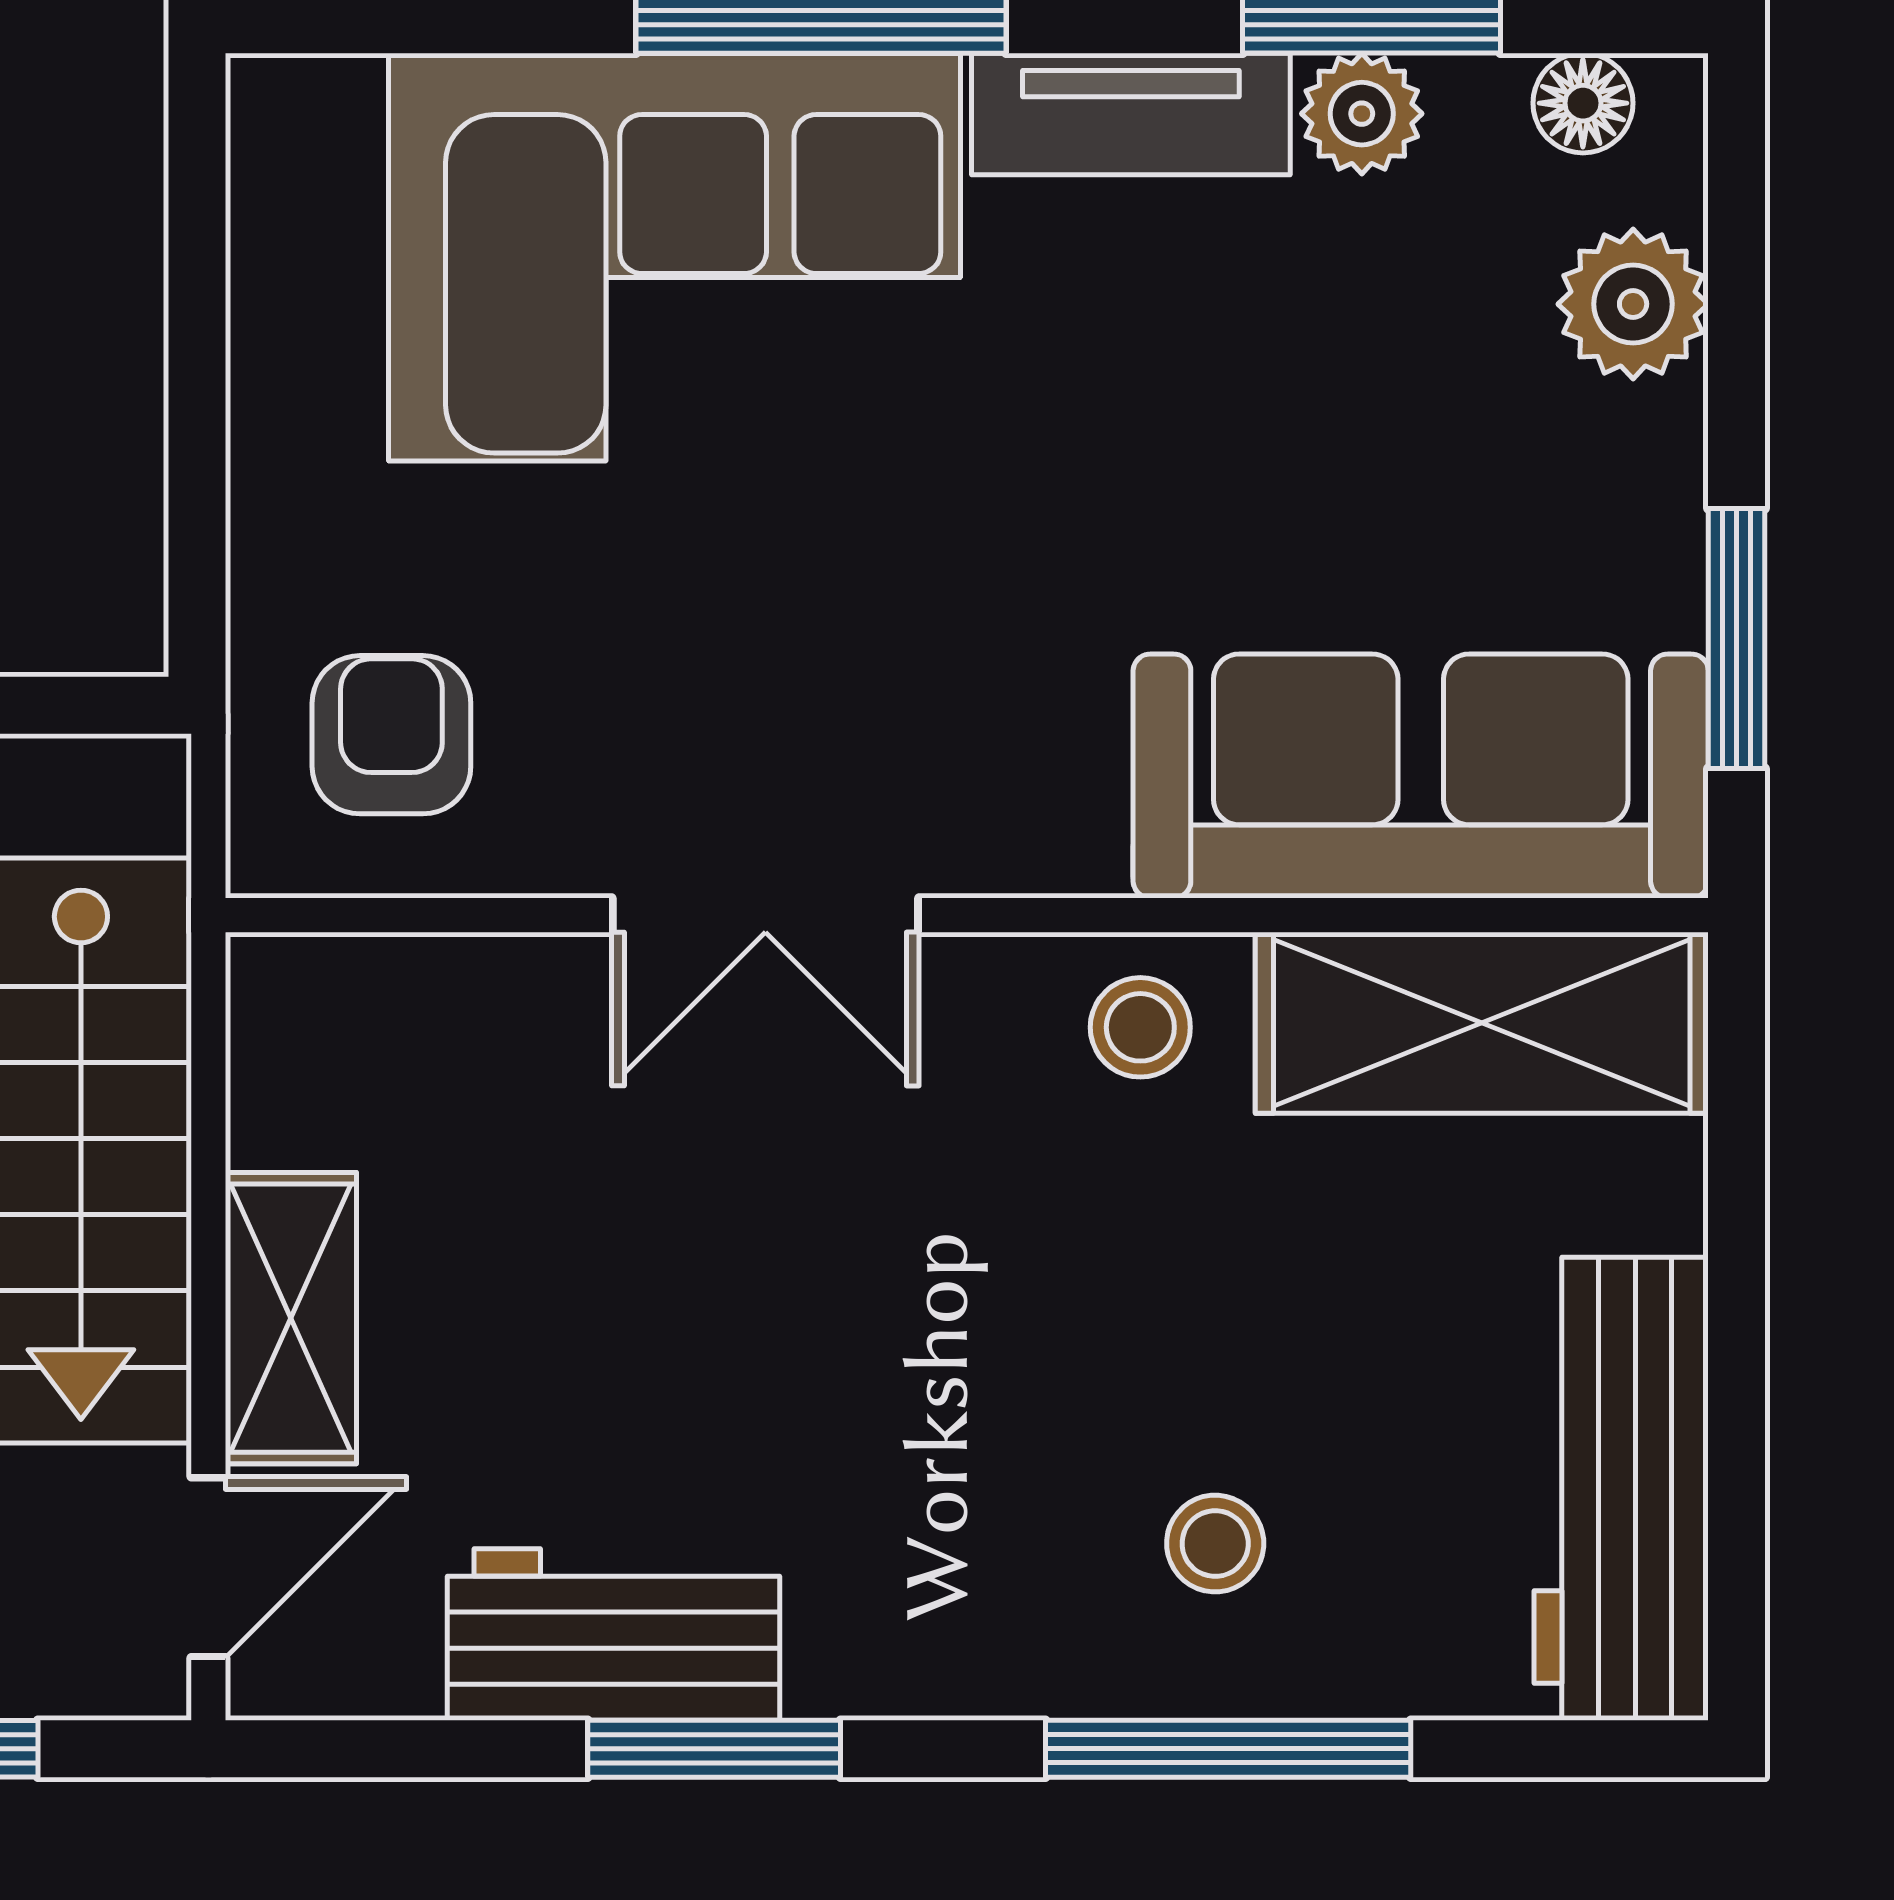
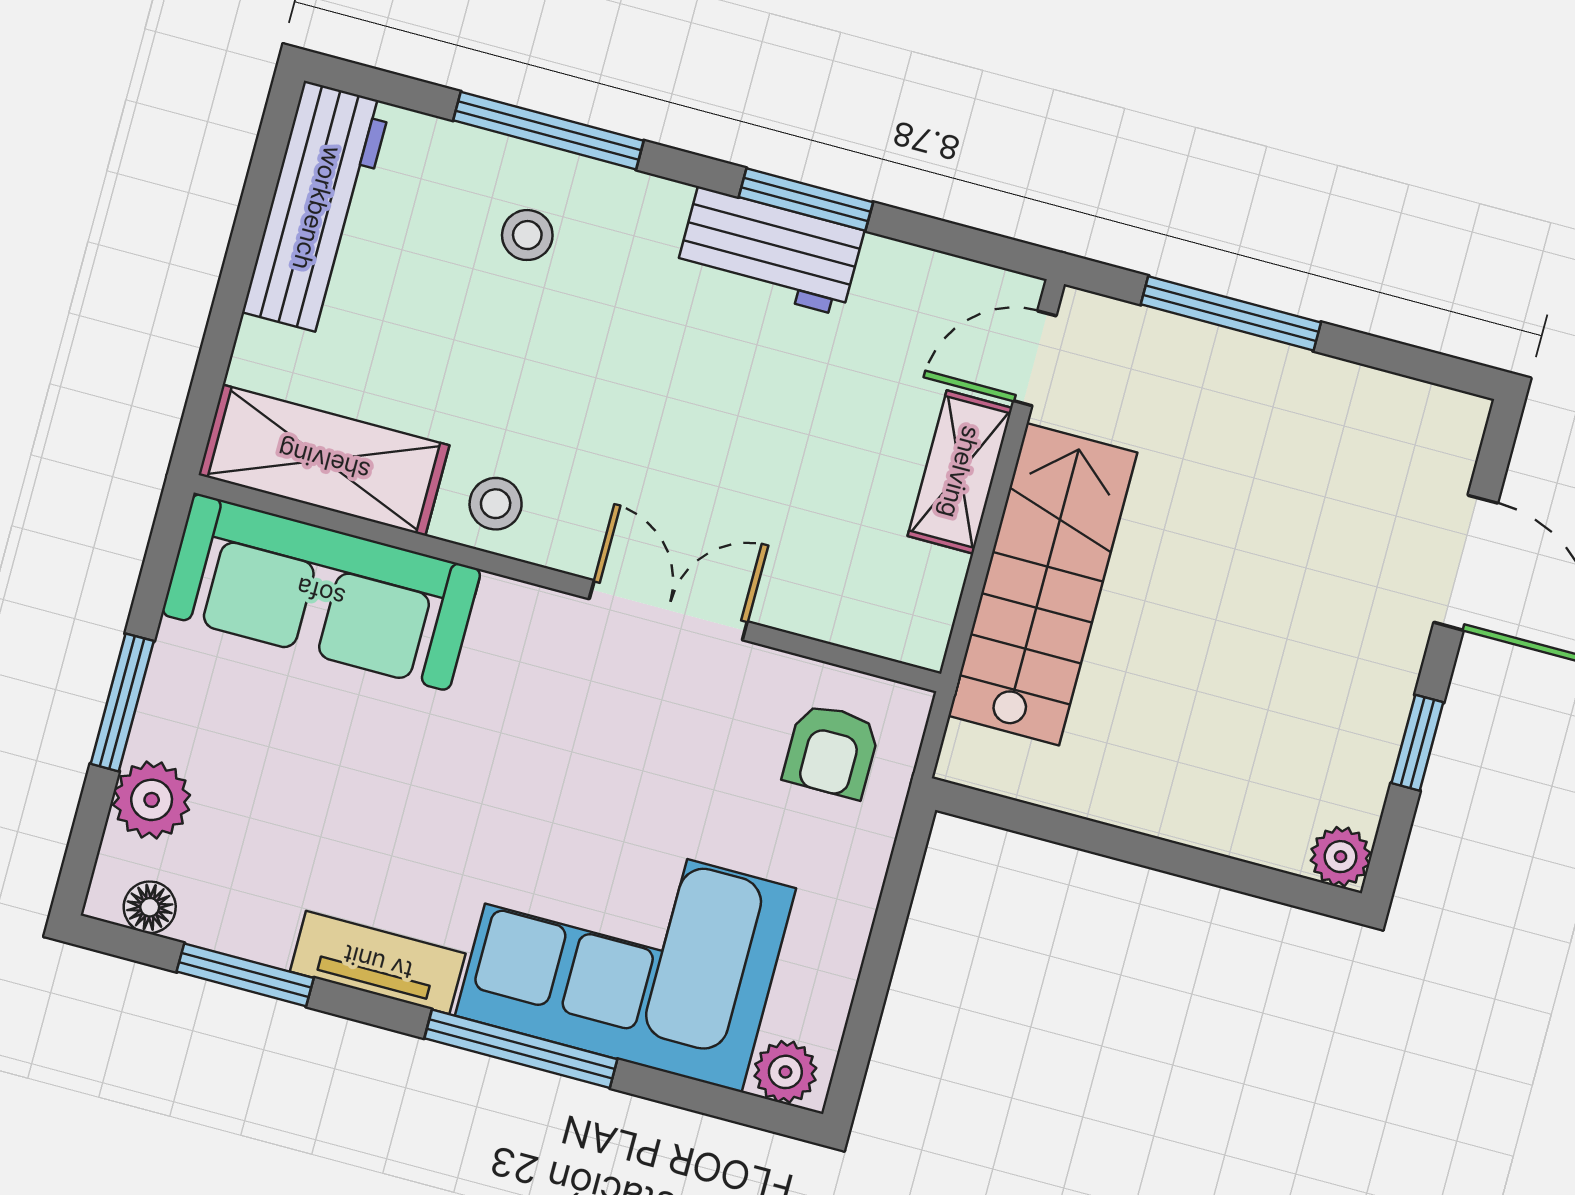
plant: (1362, 114) -> (785, 1072), moved
window: (1737, 639) -> (122, 702), moved
workbench: (614, 1635) -> (770, 251), moved

